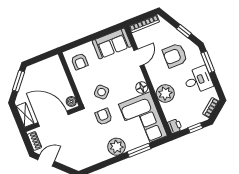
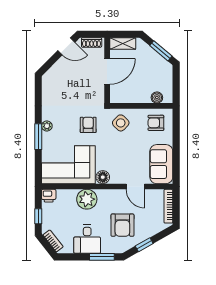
armchair: (175, 56) -> (122, 225), turned 180
side table: (102, 92) -> (121, 123), moved
boiler: (71, 101) -> (157, 98), moved
armchair: (104, 117) -> (88, 125), turned -90
door: (53, 119) -> (107, 71), width x0.73
plant: (116, 147) -> (47, 126), width x0.53, depth x0.53
window: (139, 150) -> (38, 137), moved
door: (46, 160) -> (66, 46), hinge flipped

